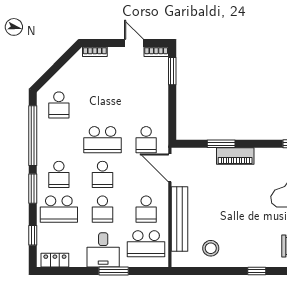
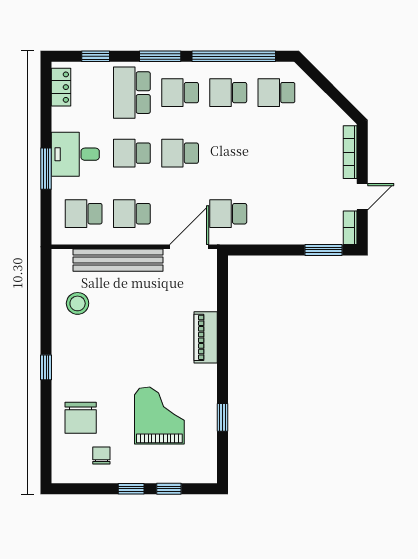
bookcase: (95, 52) -> (350, 152), width x1.56
school desk: (102, 140) -> (228, 93), moved, width x0.54
window: (221, 144) -> (222, 318), removed
school desk: (146, 244) -> (84, 214), width x0.54

